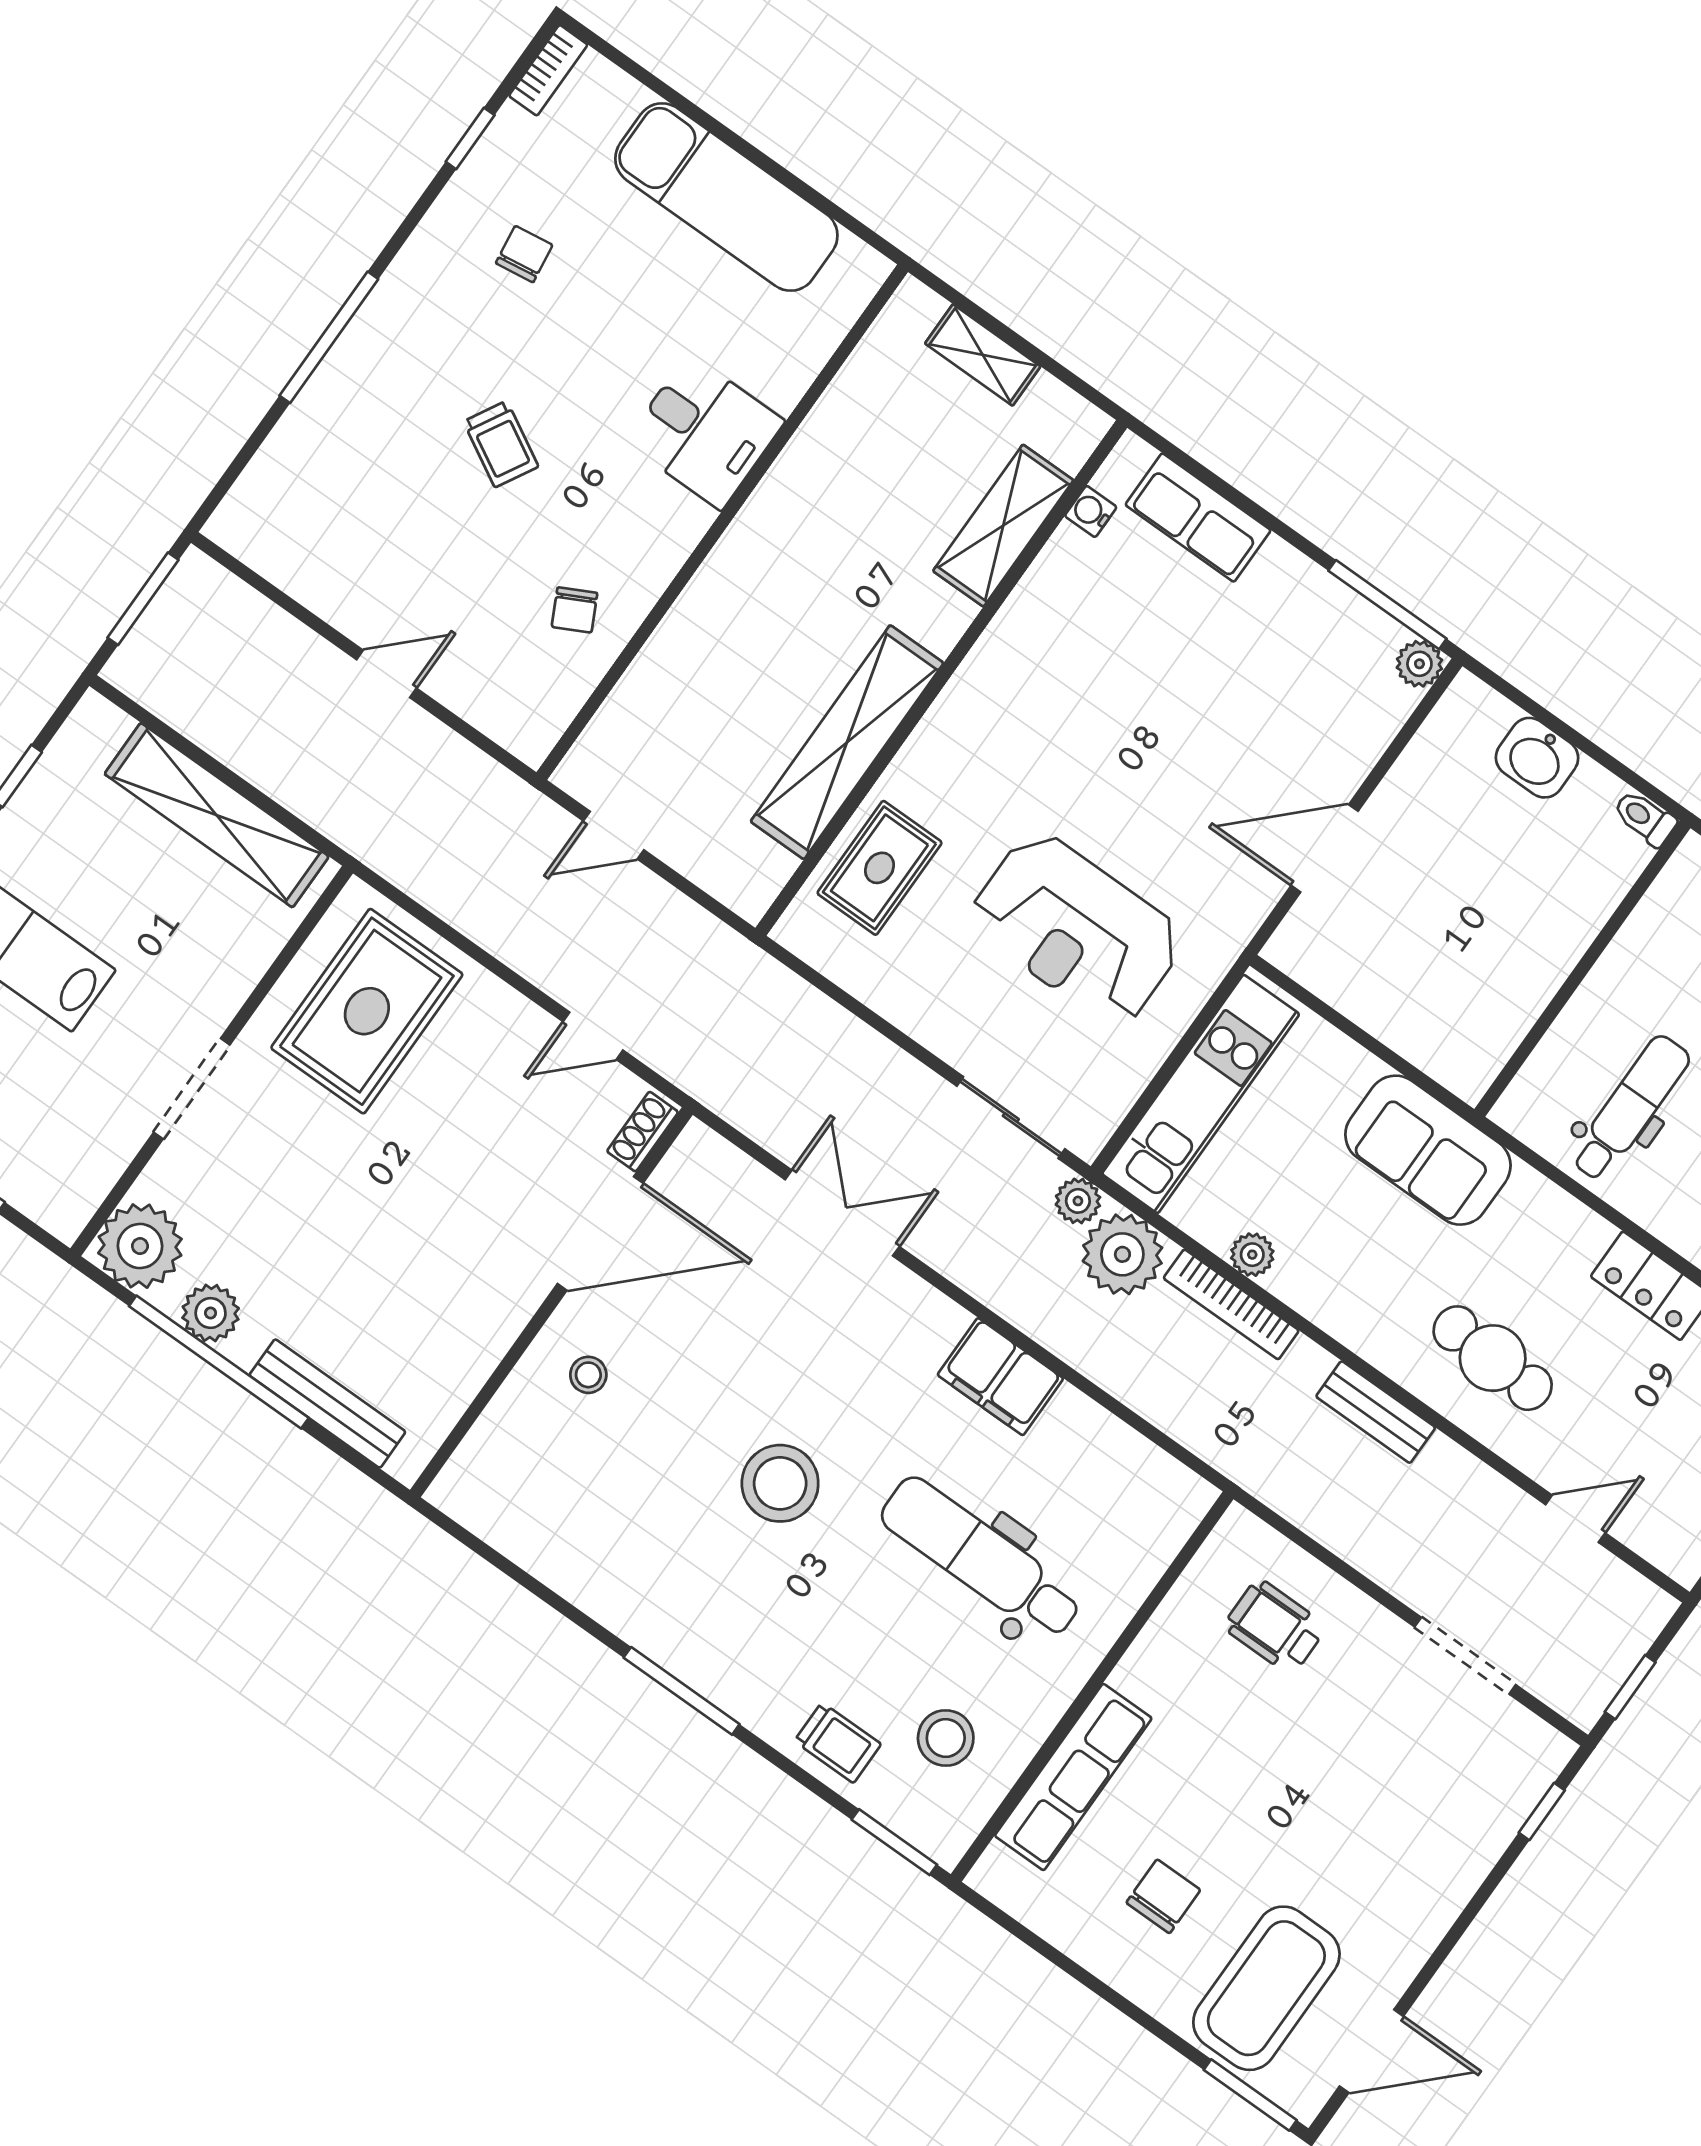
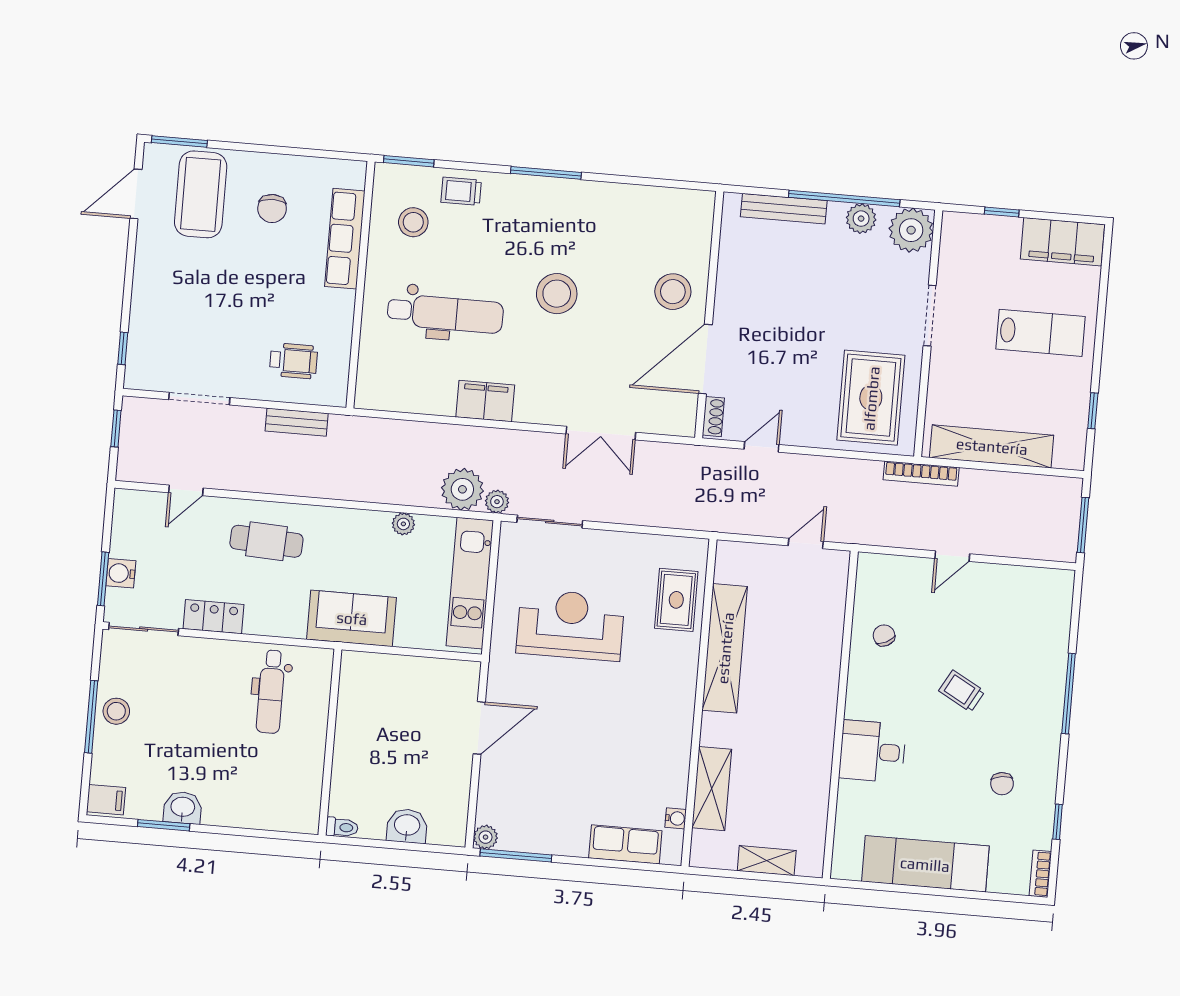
bookcase: (1231, 1304) -> (921, 474), moved, turned 180
stool: (588, 1375) -> (673, 292), width x1.89, depth x1.89
bench: (1376, 1412) -> (297, 422), moved

